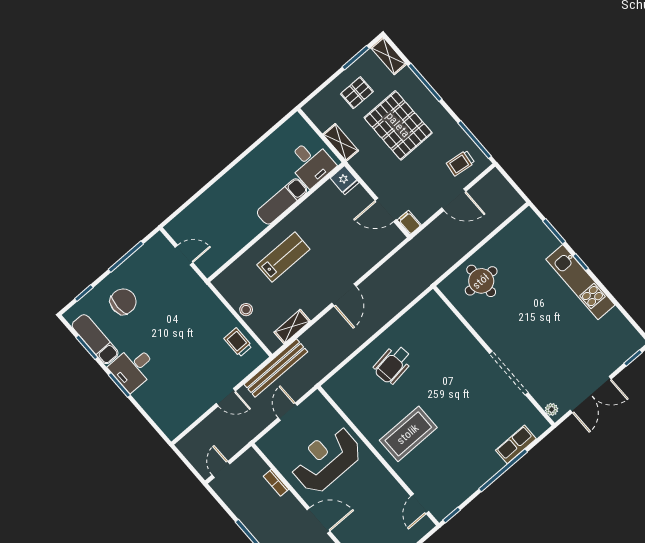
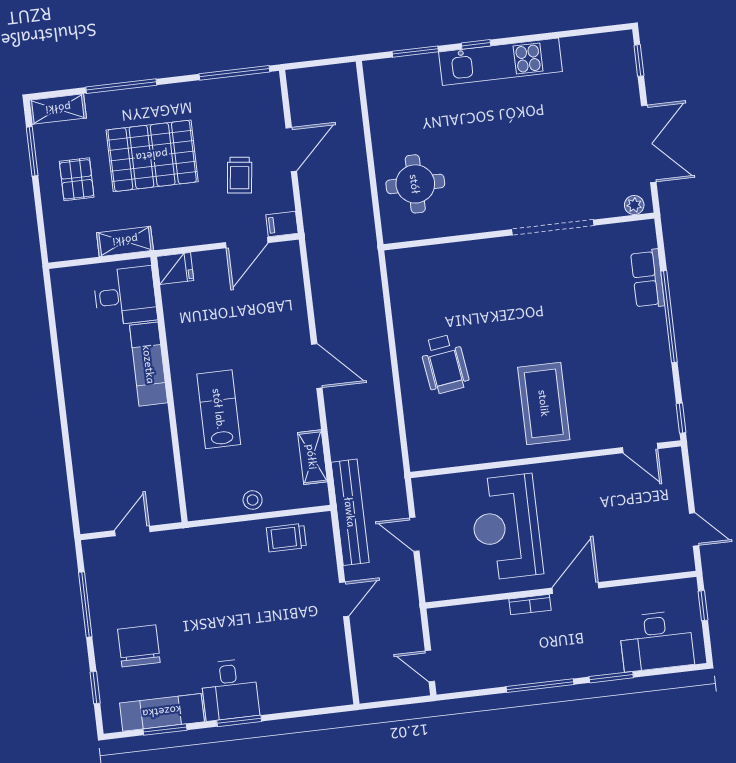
trolley: (461, 163) -> (240, 175), moved
bookcase: (276, 483) -> (530, 605), moved

